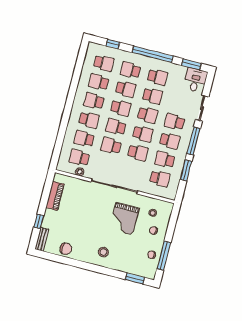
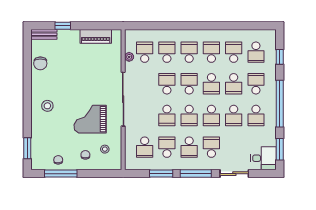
school desk: (89, 120) -> (189, 52), turned 180

